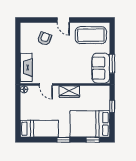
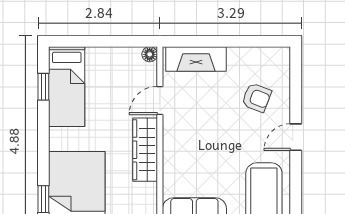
wardrobe: (69, 92) -> (145, 150), width x1.50
window: (63, 140) -> (43, 87), moved

